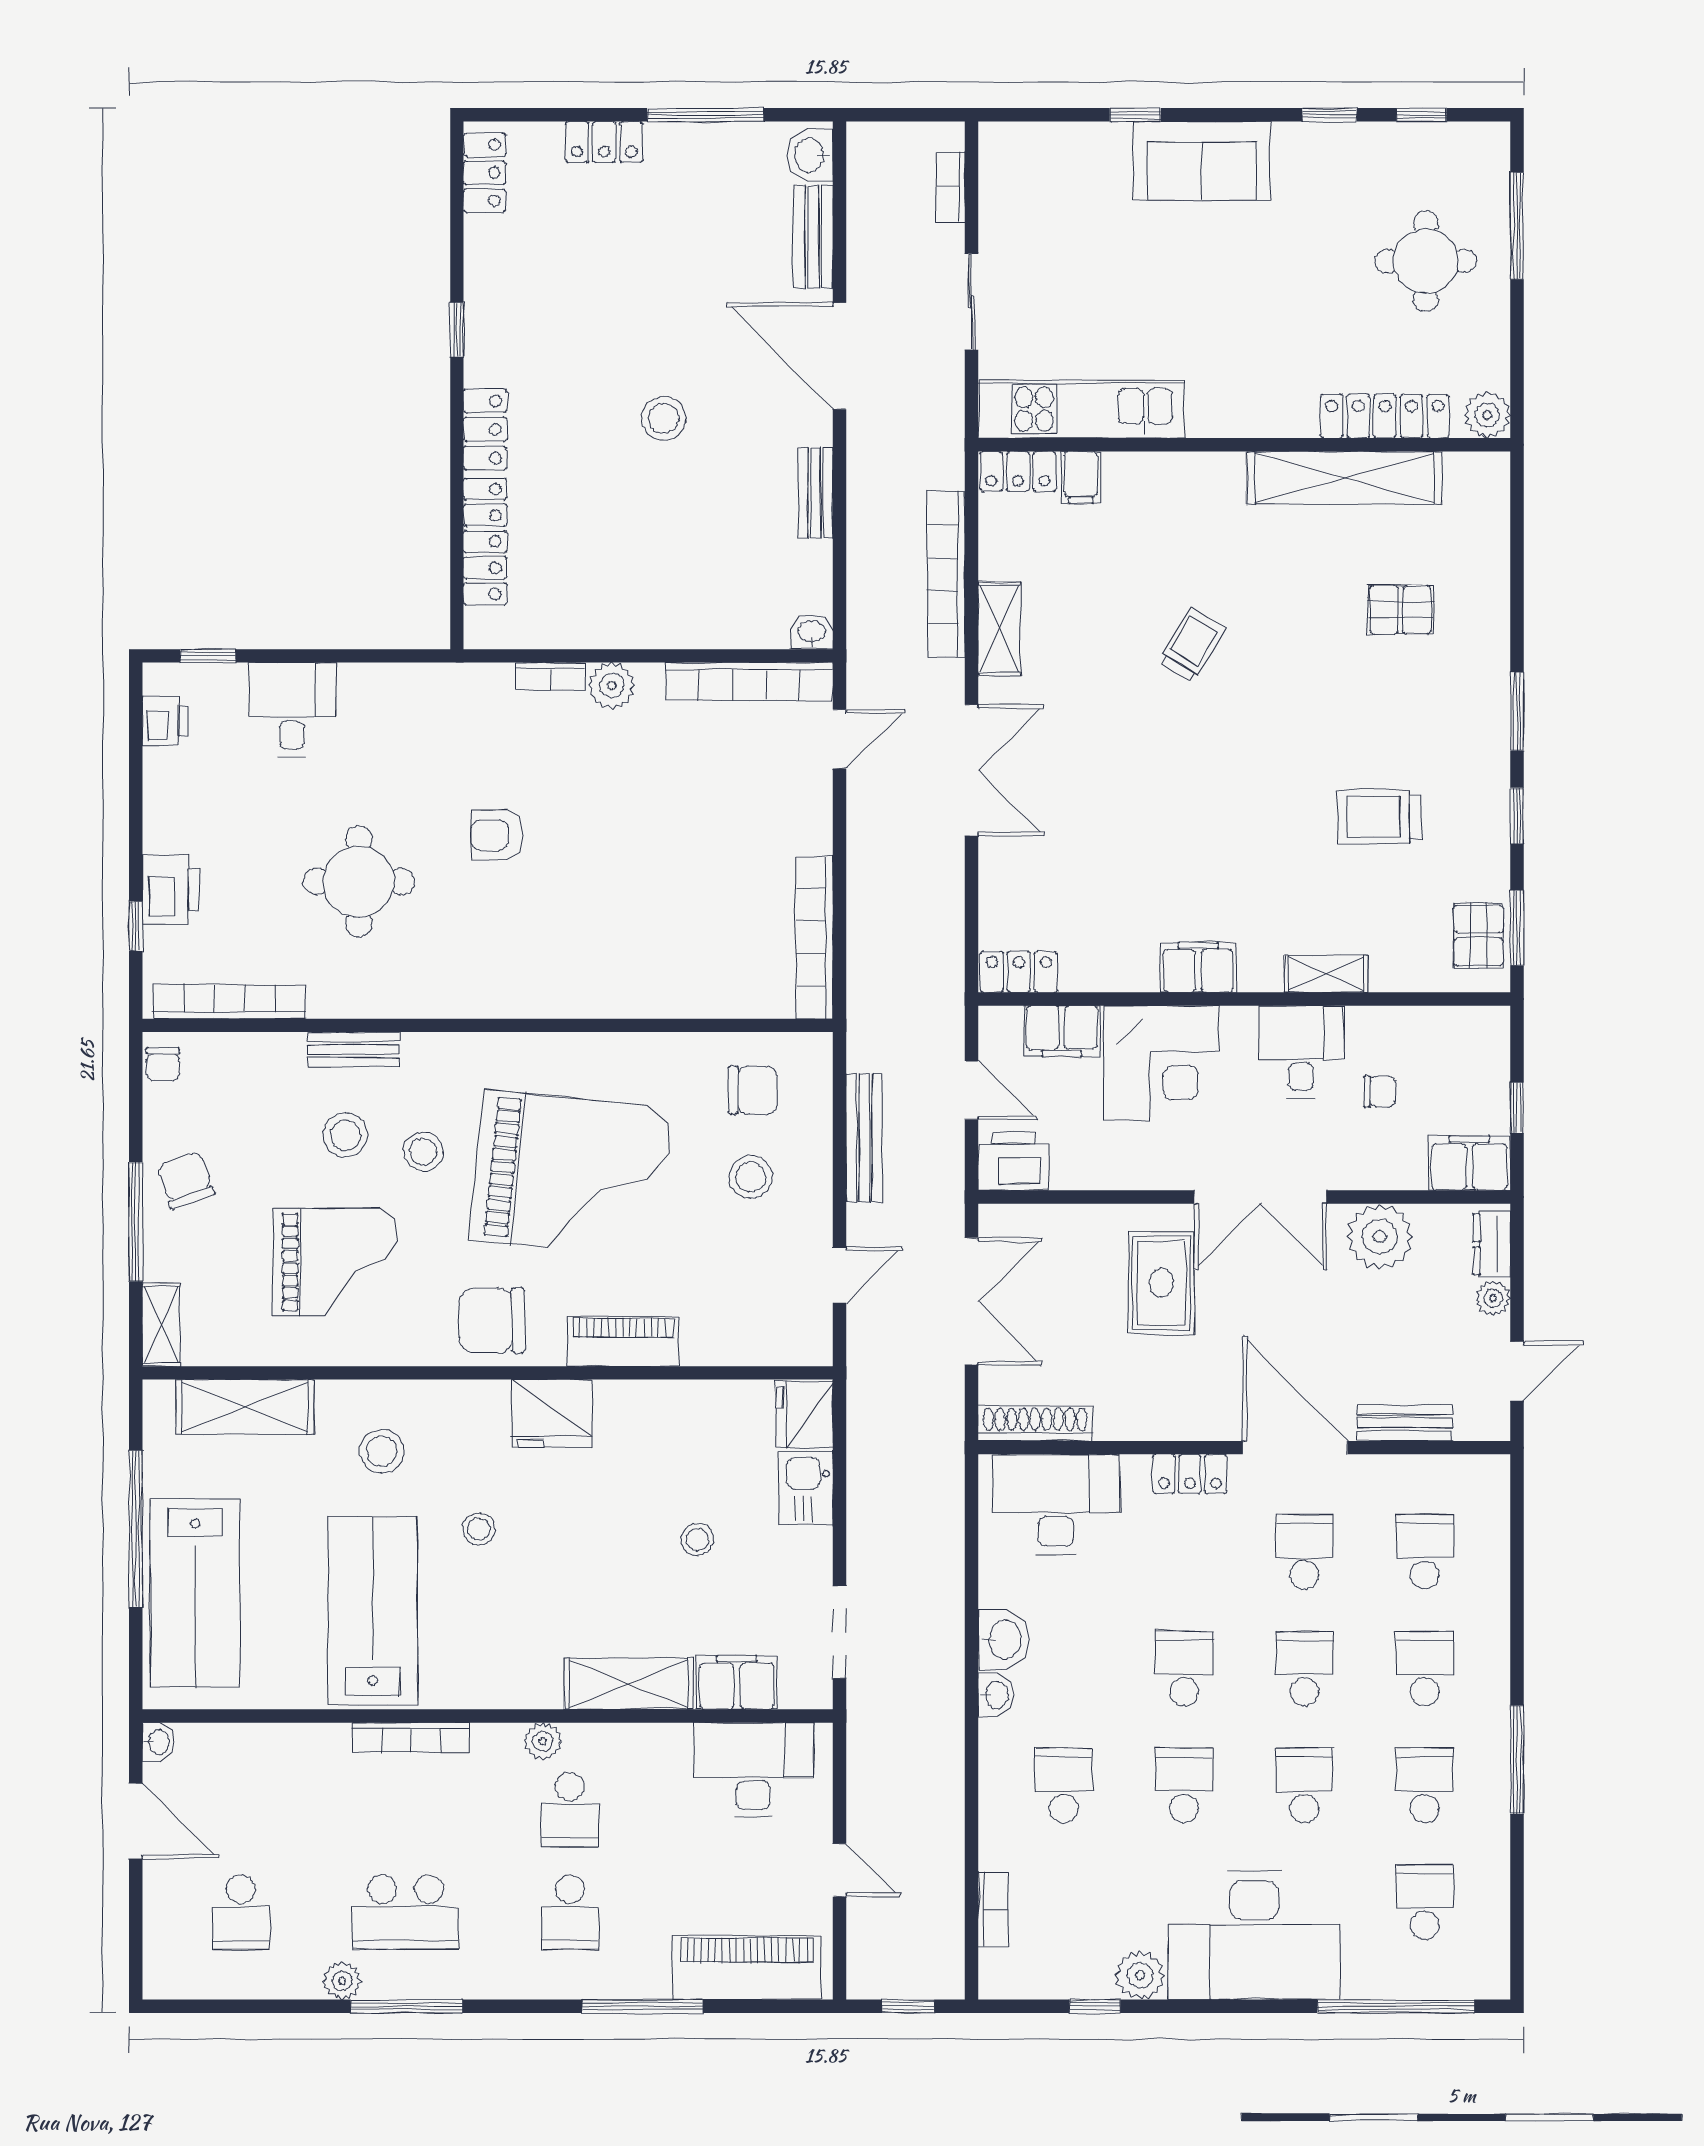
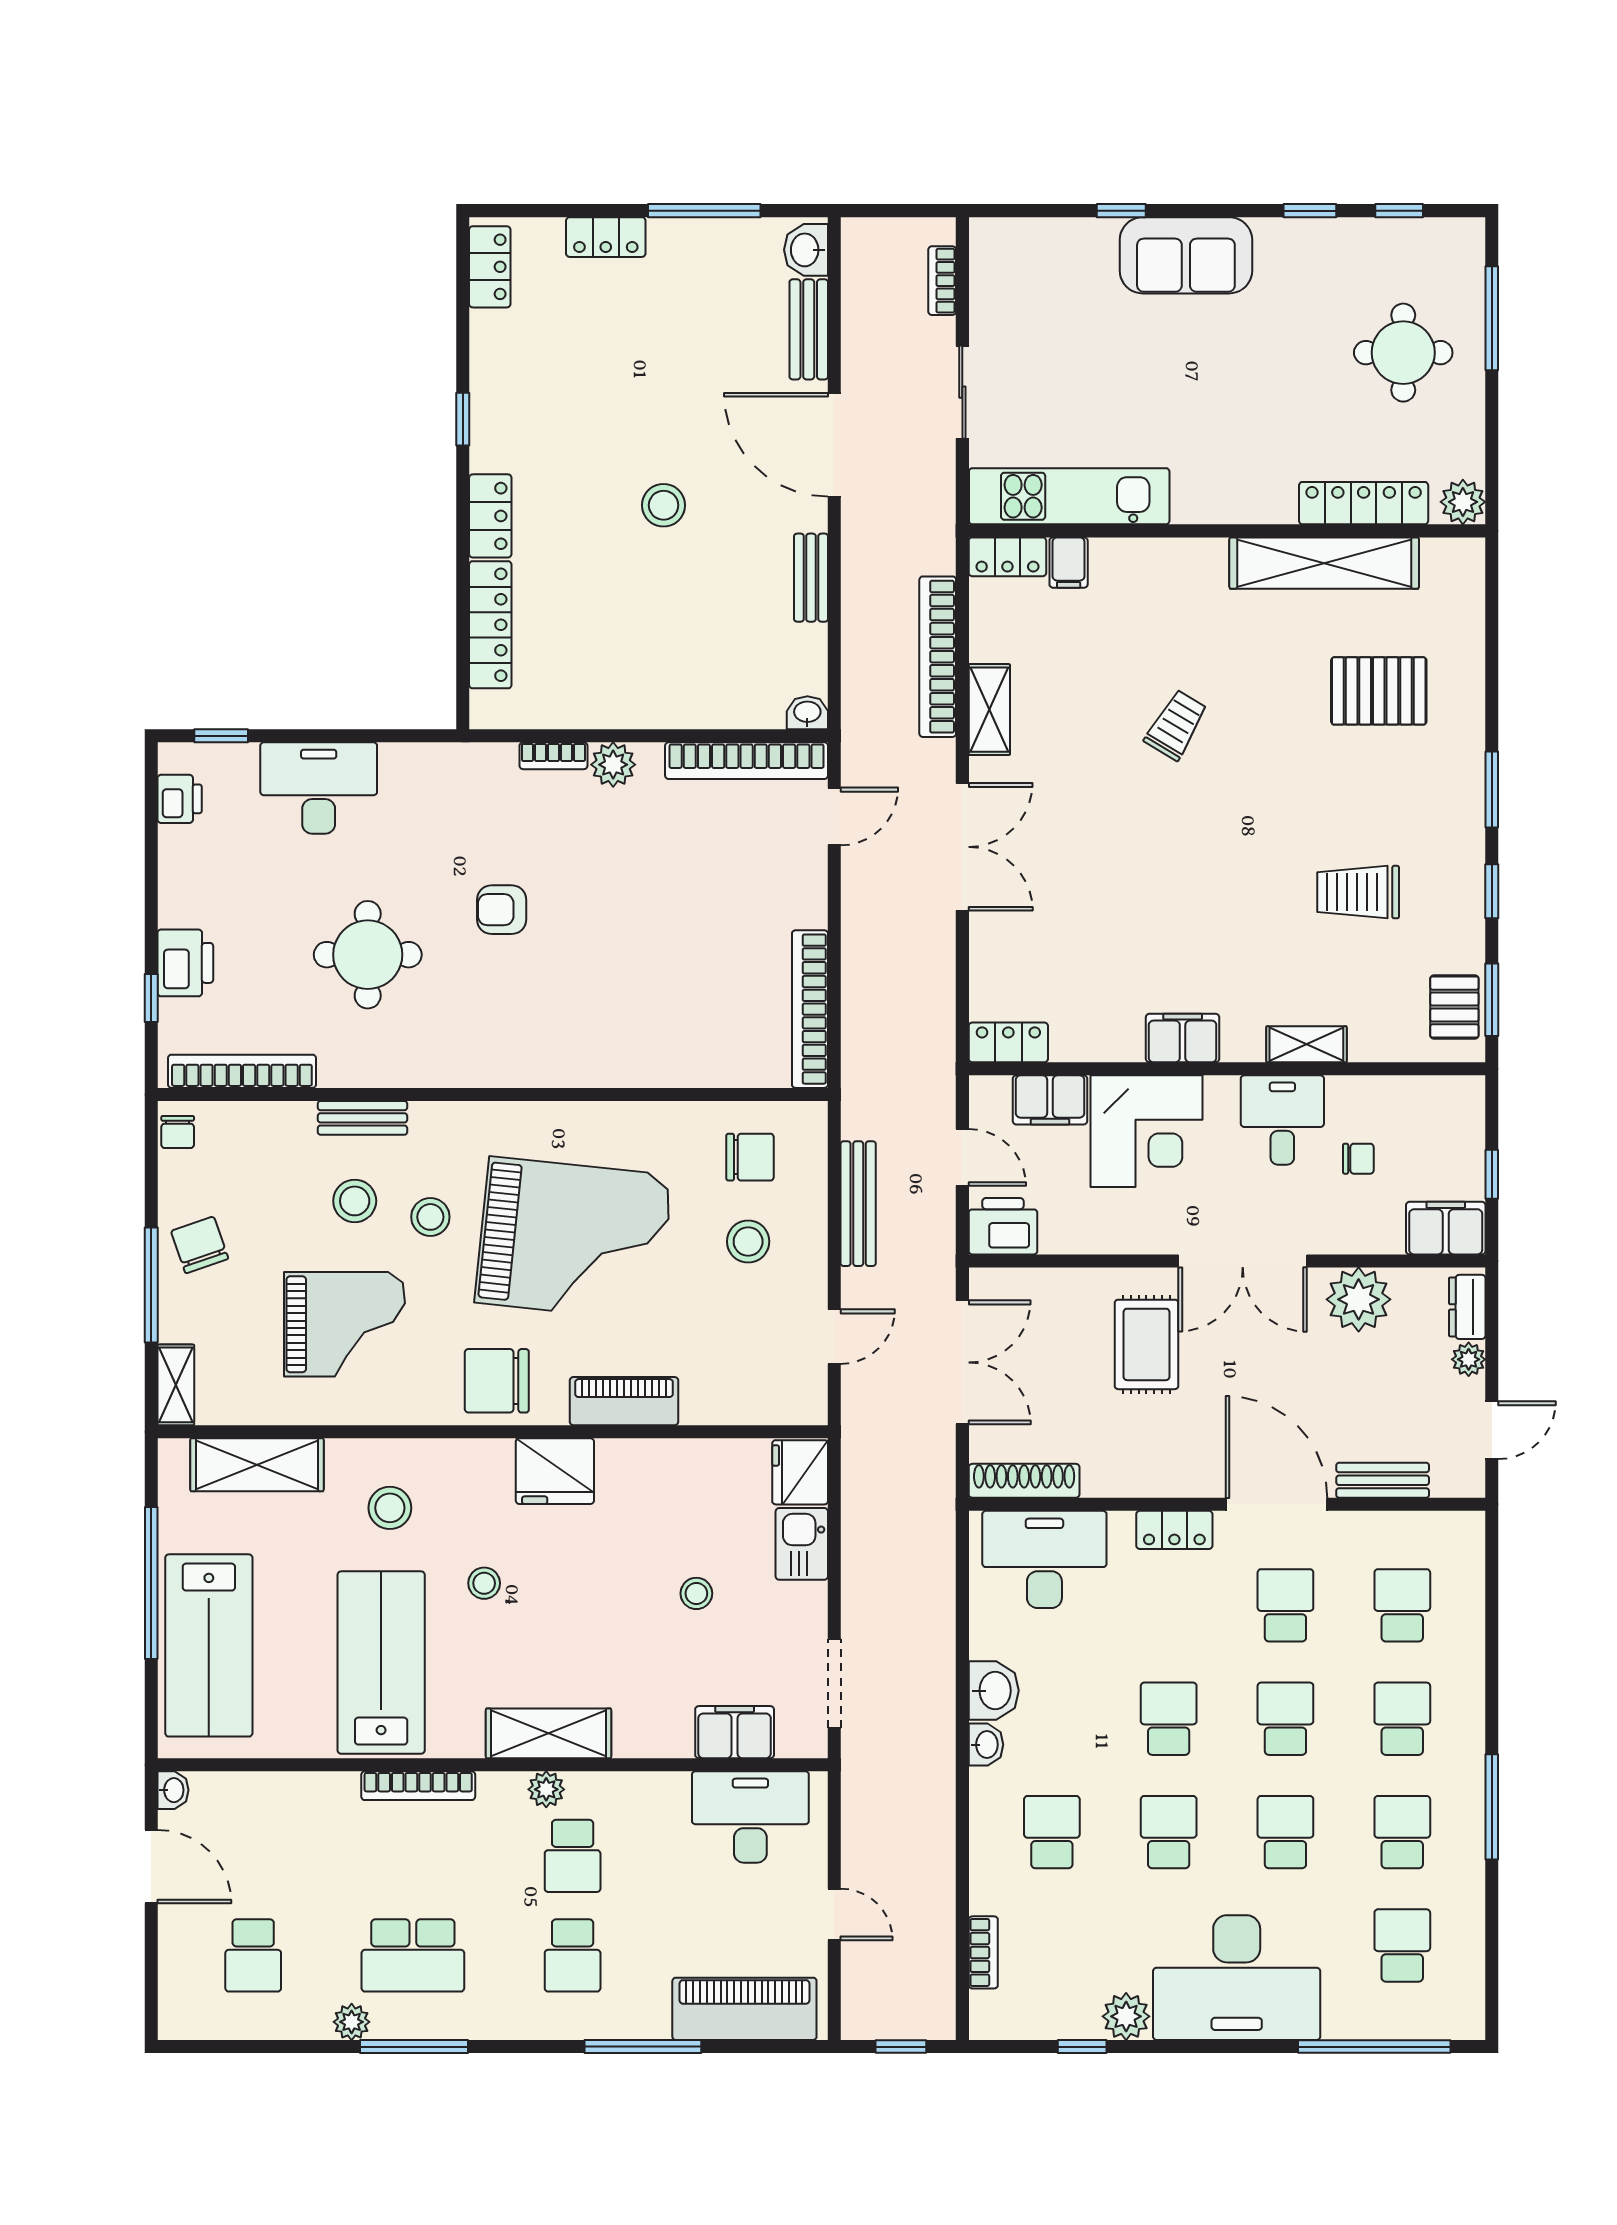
pallet: (1401, 610) -> (1379, 691), width x1.50, depth x1.42
desk: (292, 710) -> (319, 788), width x1.37
shelving: (628, 1684) -> (548, 1733), moved

